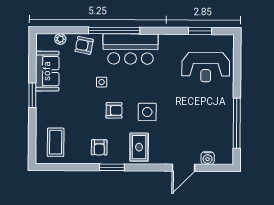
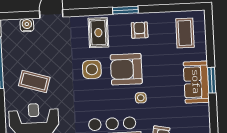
sofa: (47, 71) -> (196, 82), moved
coffee table: (203, 103) -> (34, 81), added
armchair: (114, 110) -> (126, 69), width x1.88, depth x1.88

